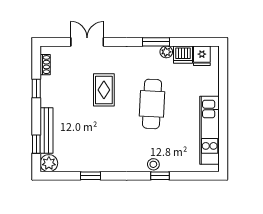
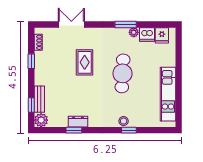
bench: (47, 131) -> (39, 99), width x0.73
dresser: (96, 165) -> (78, 122), added

